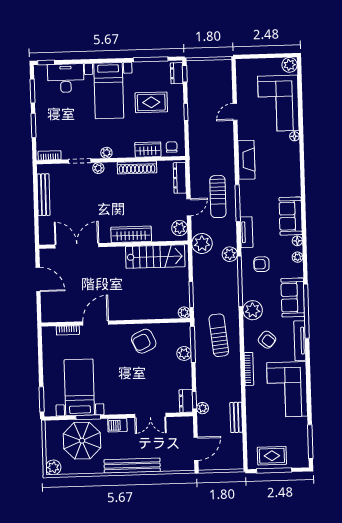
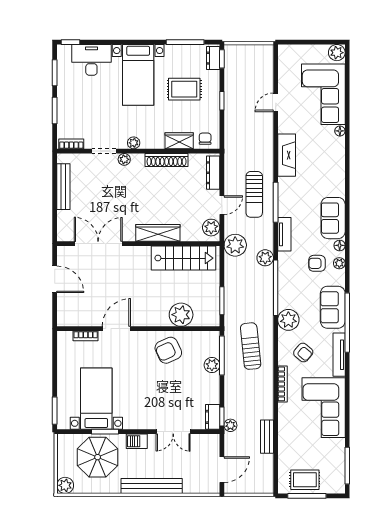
armchair: (261, 264) -> (317, 263), moved
plant: (184, 313) -> (181, 315), moved, width x1.88, depth x1.88

